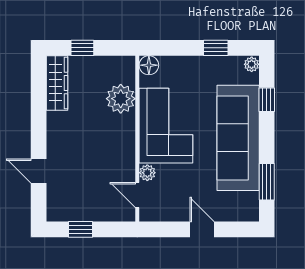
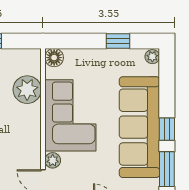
window: (267, 100) -> (167, 129), moved

